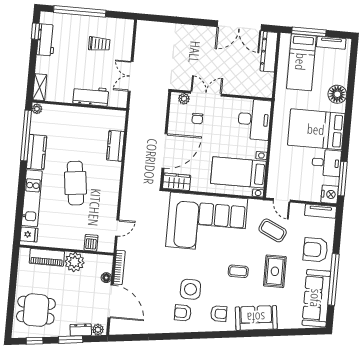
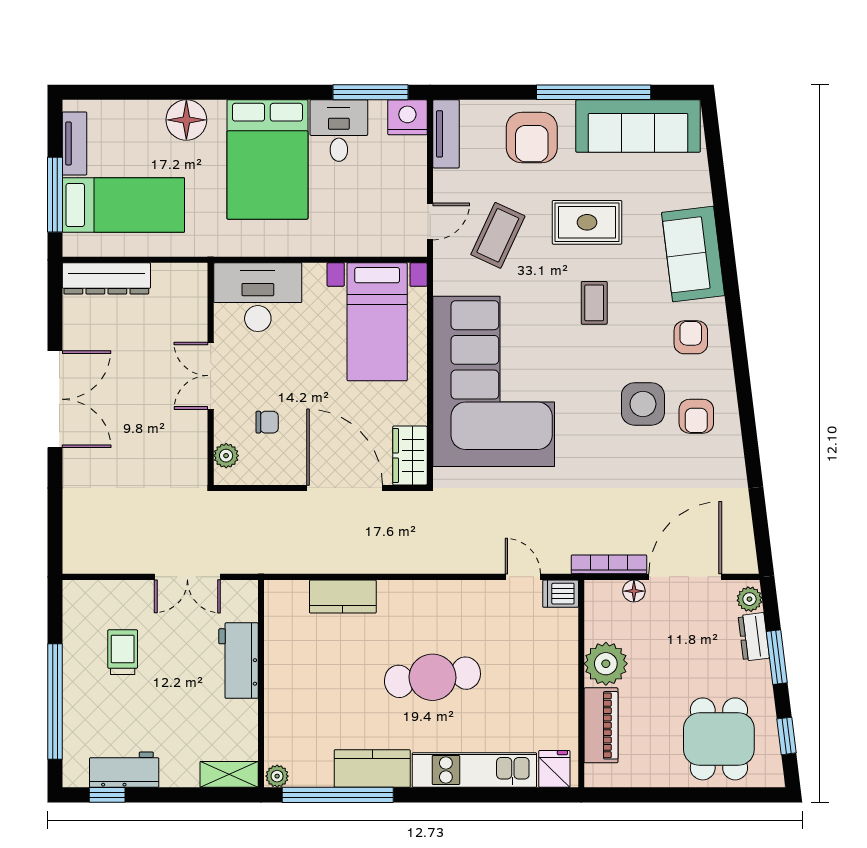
double door: (239, 26) -> (55, 399), moved
double door: (206, 94) -> (211, 376), moved
dishwasher: (91, 243) -> (561, 594), moved

